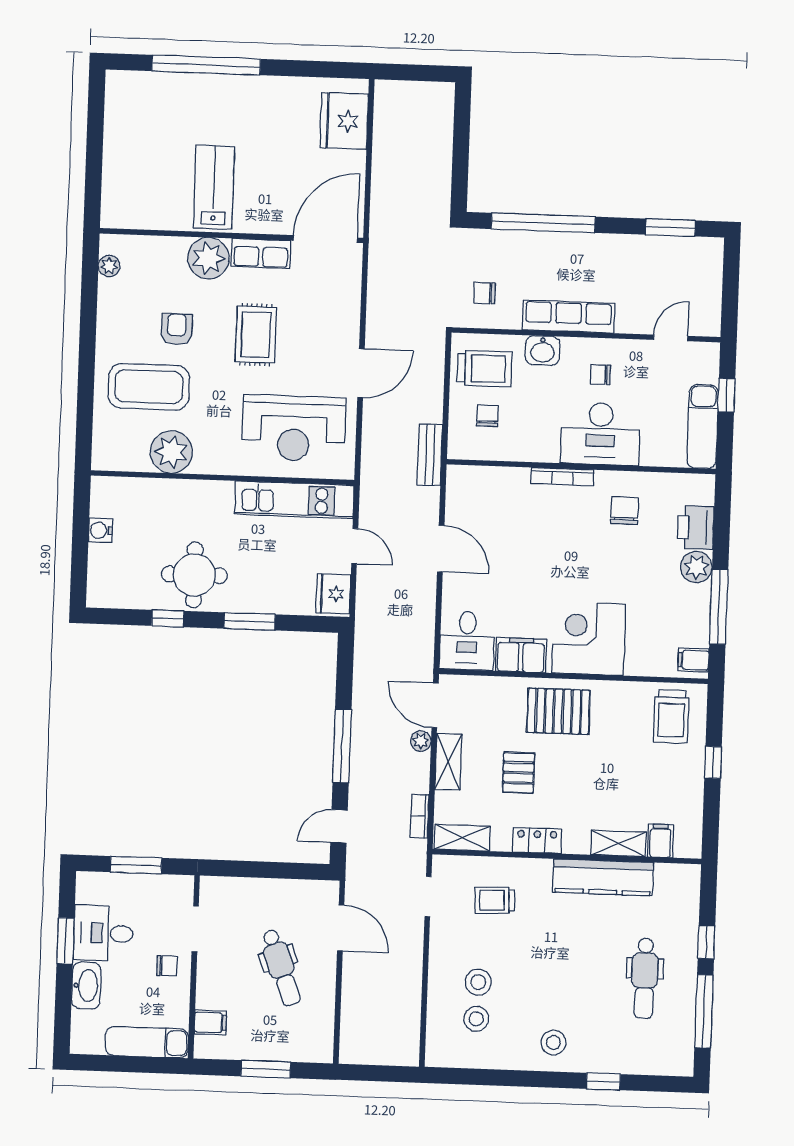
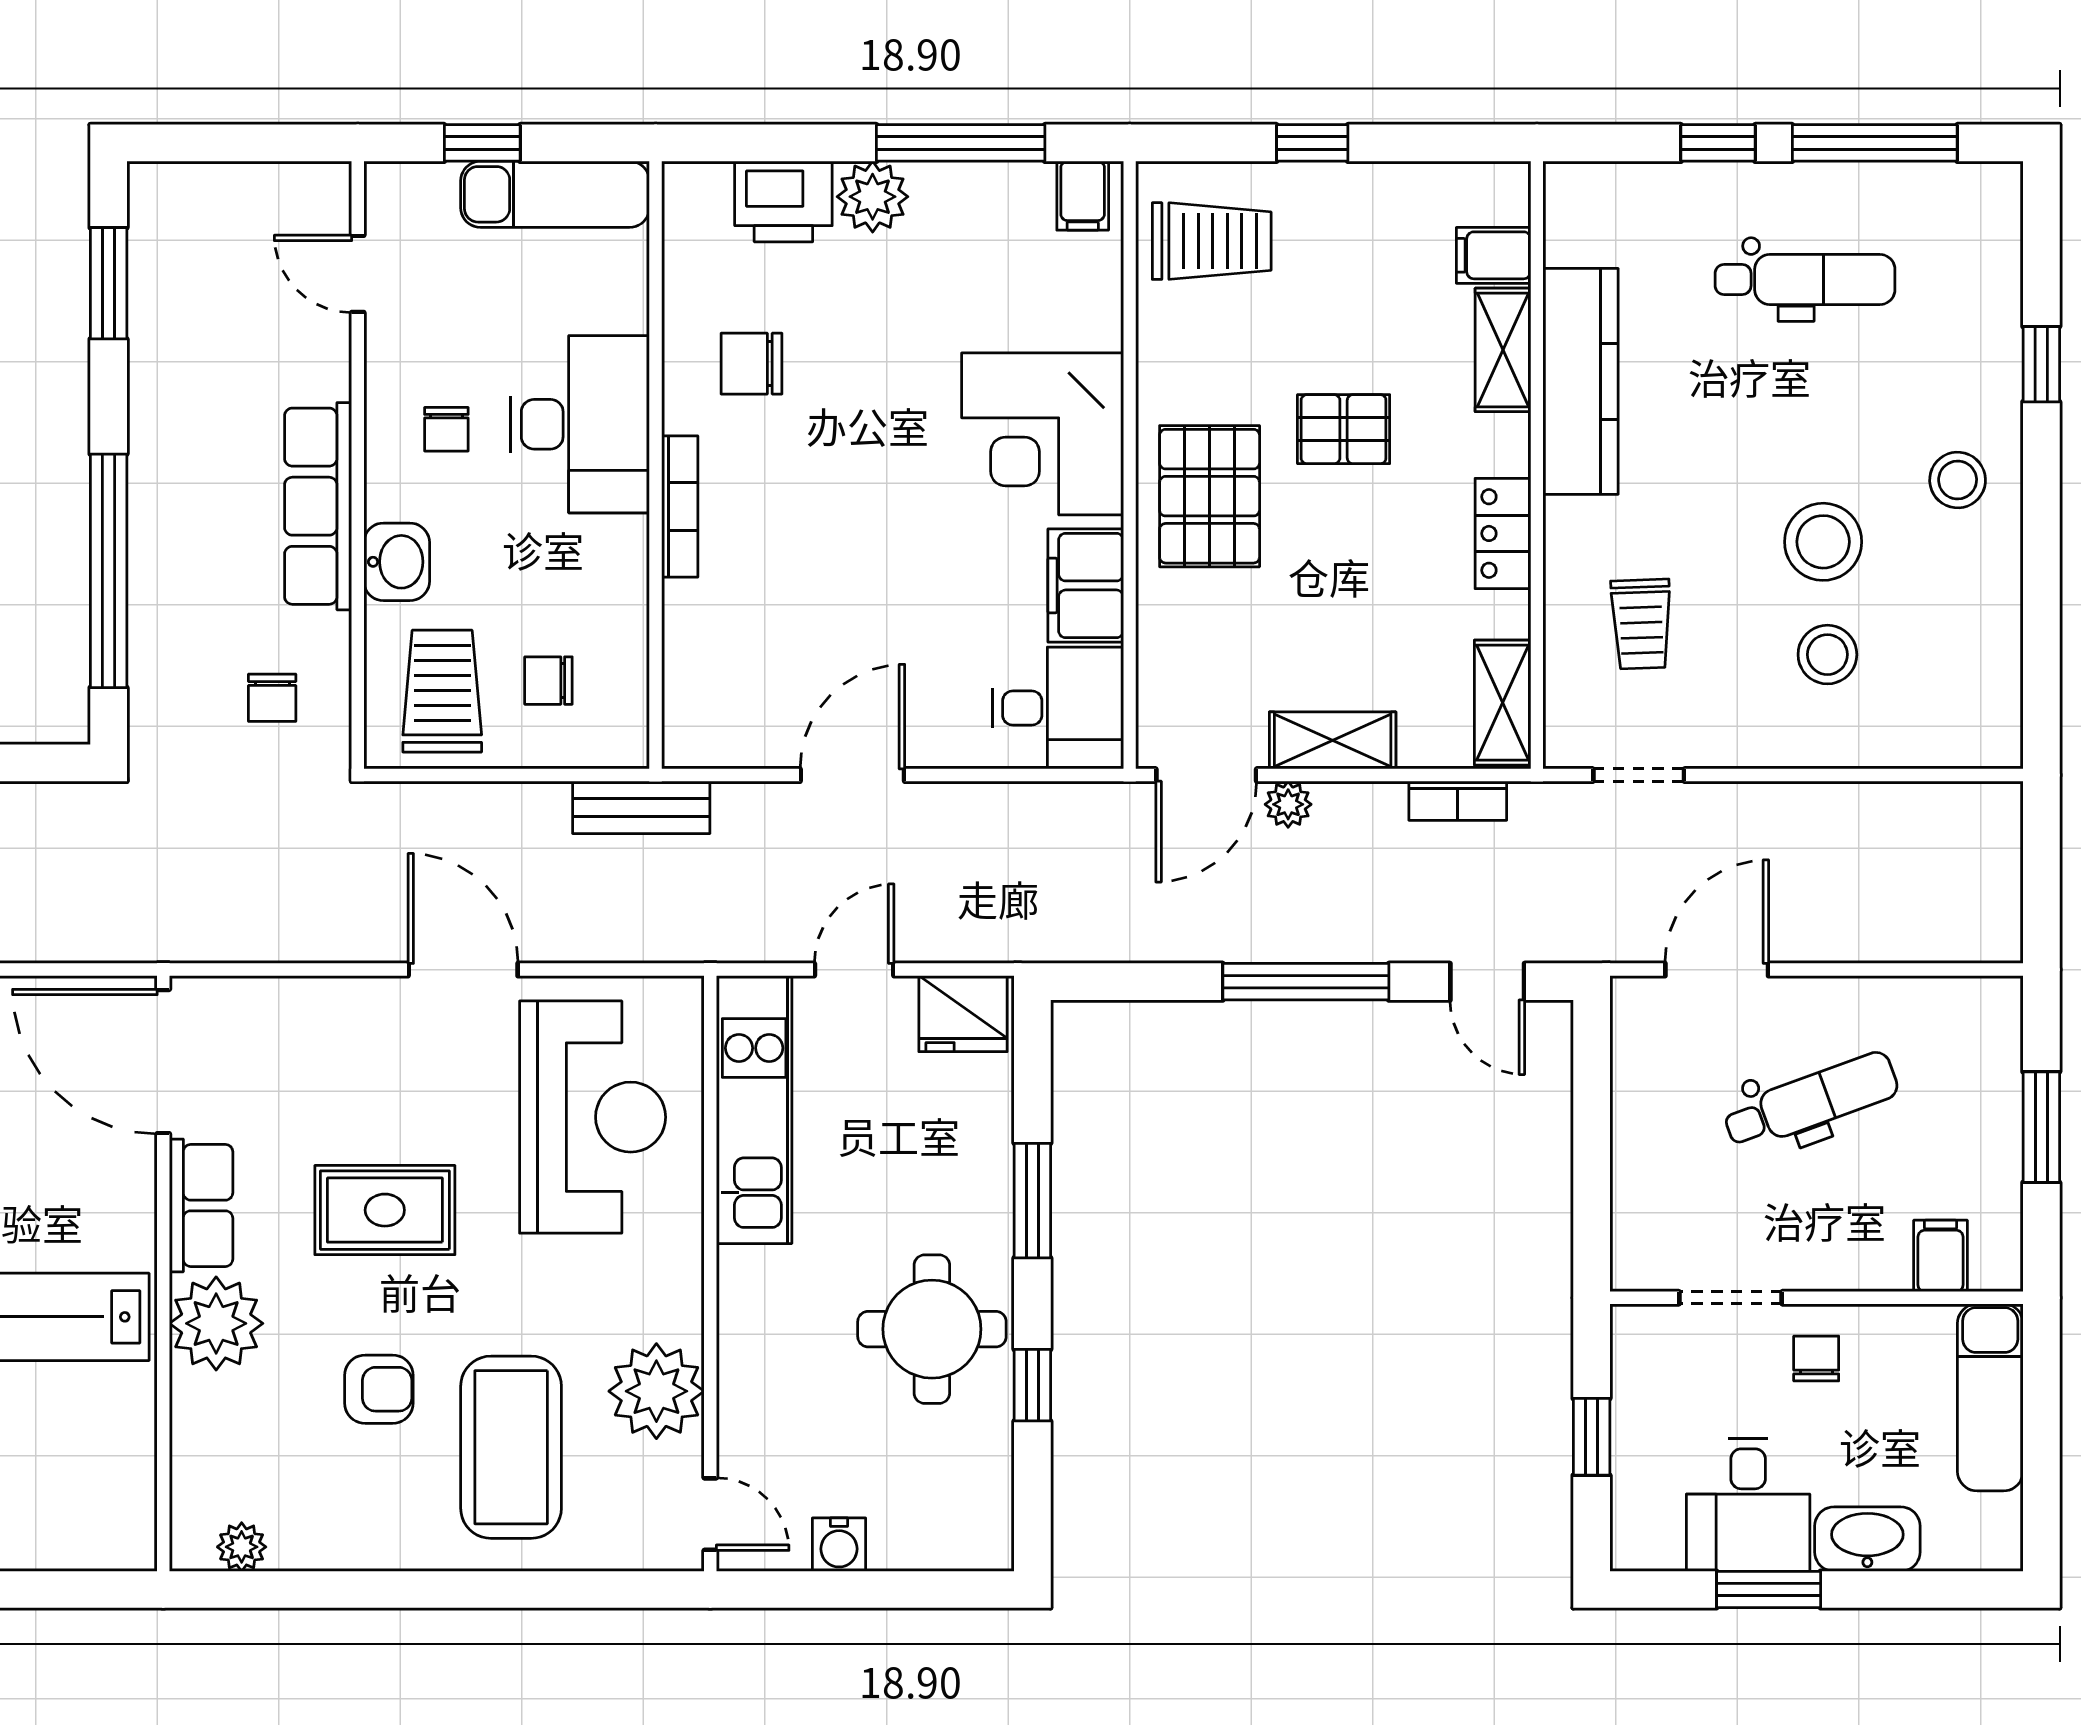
armchair: (177, 329) -> (379, 1389), turned 180
door: (116, 474) -> (710, 1514), added
pallet: (519, 773) -> (1344, 429), moved
window: (136, 865) -> (1592, 1437), width x0.67
stool: (476, 1019) -> (1823, 542), moved, width x1.38, depth x1.38

